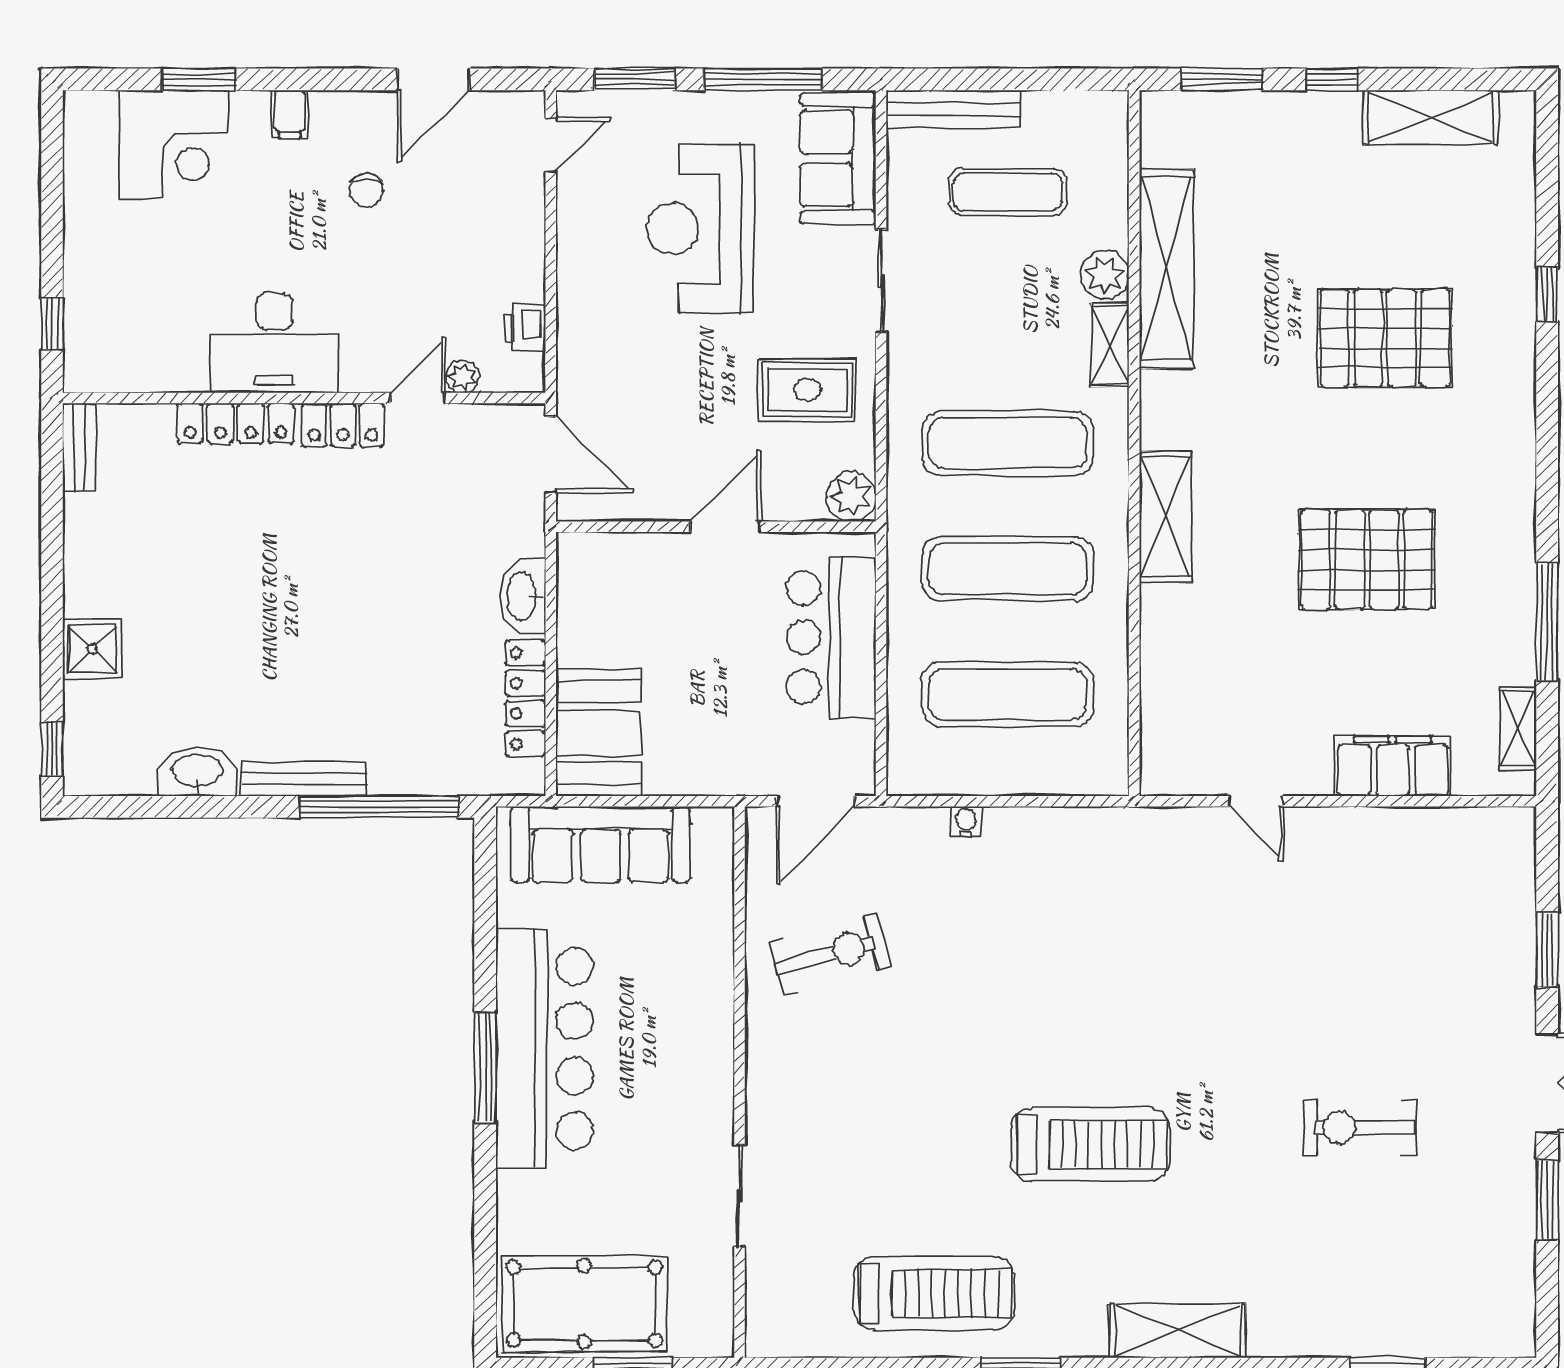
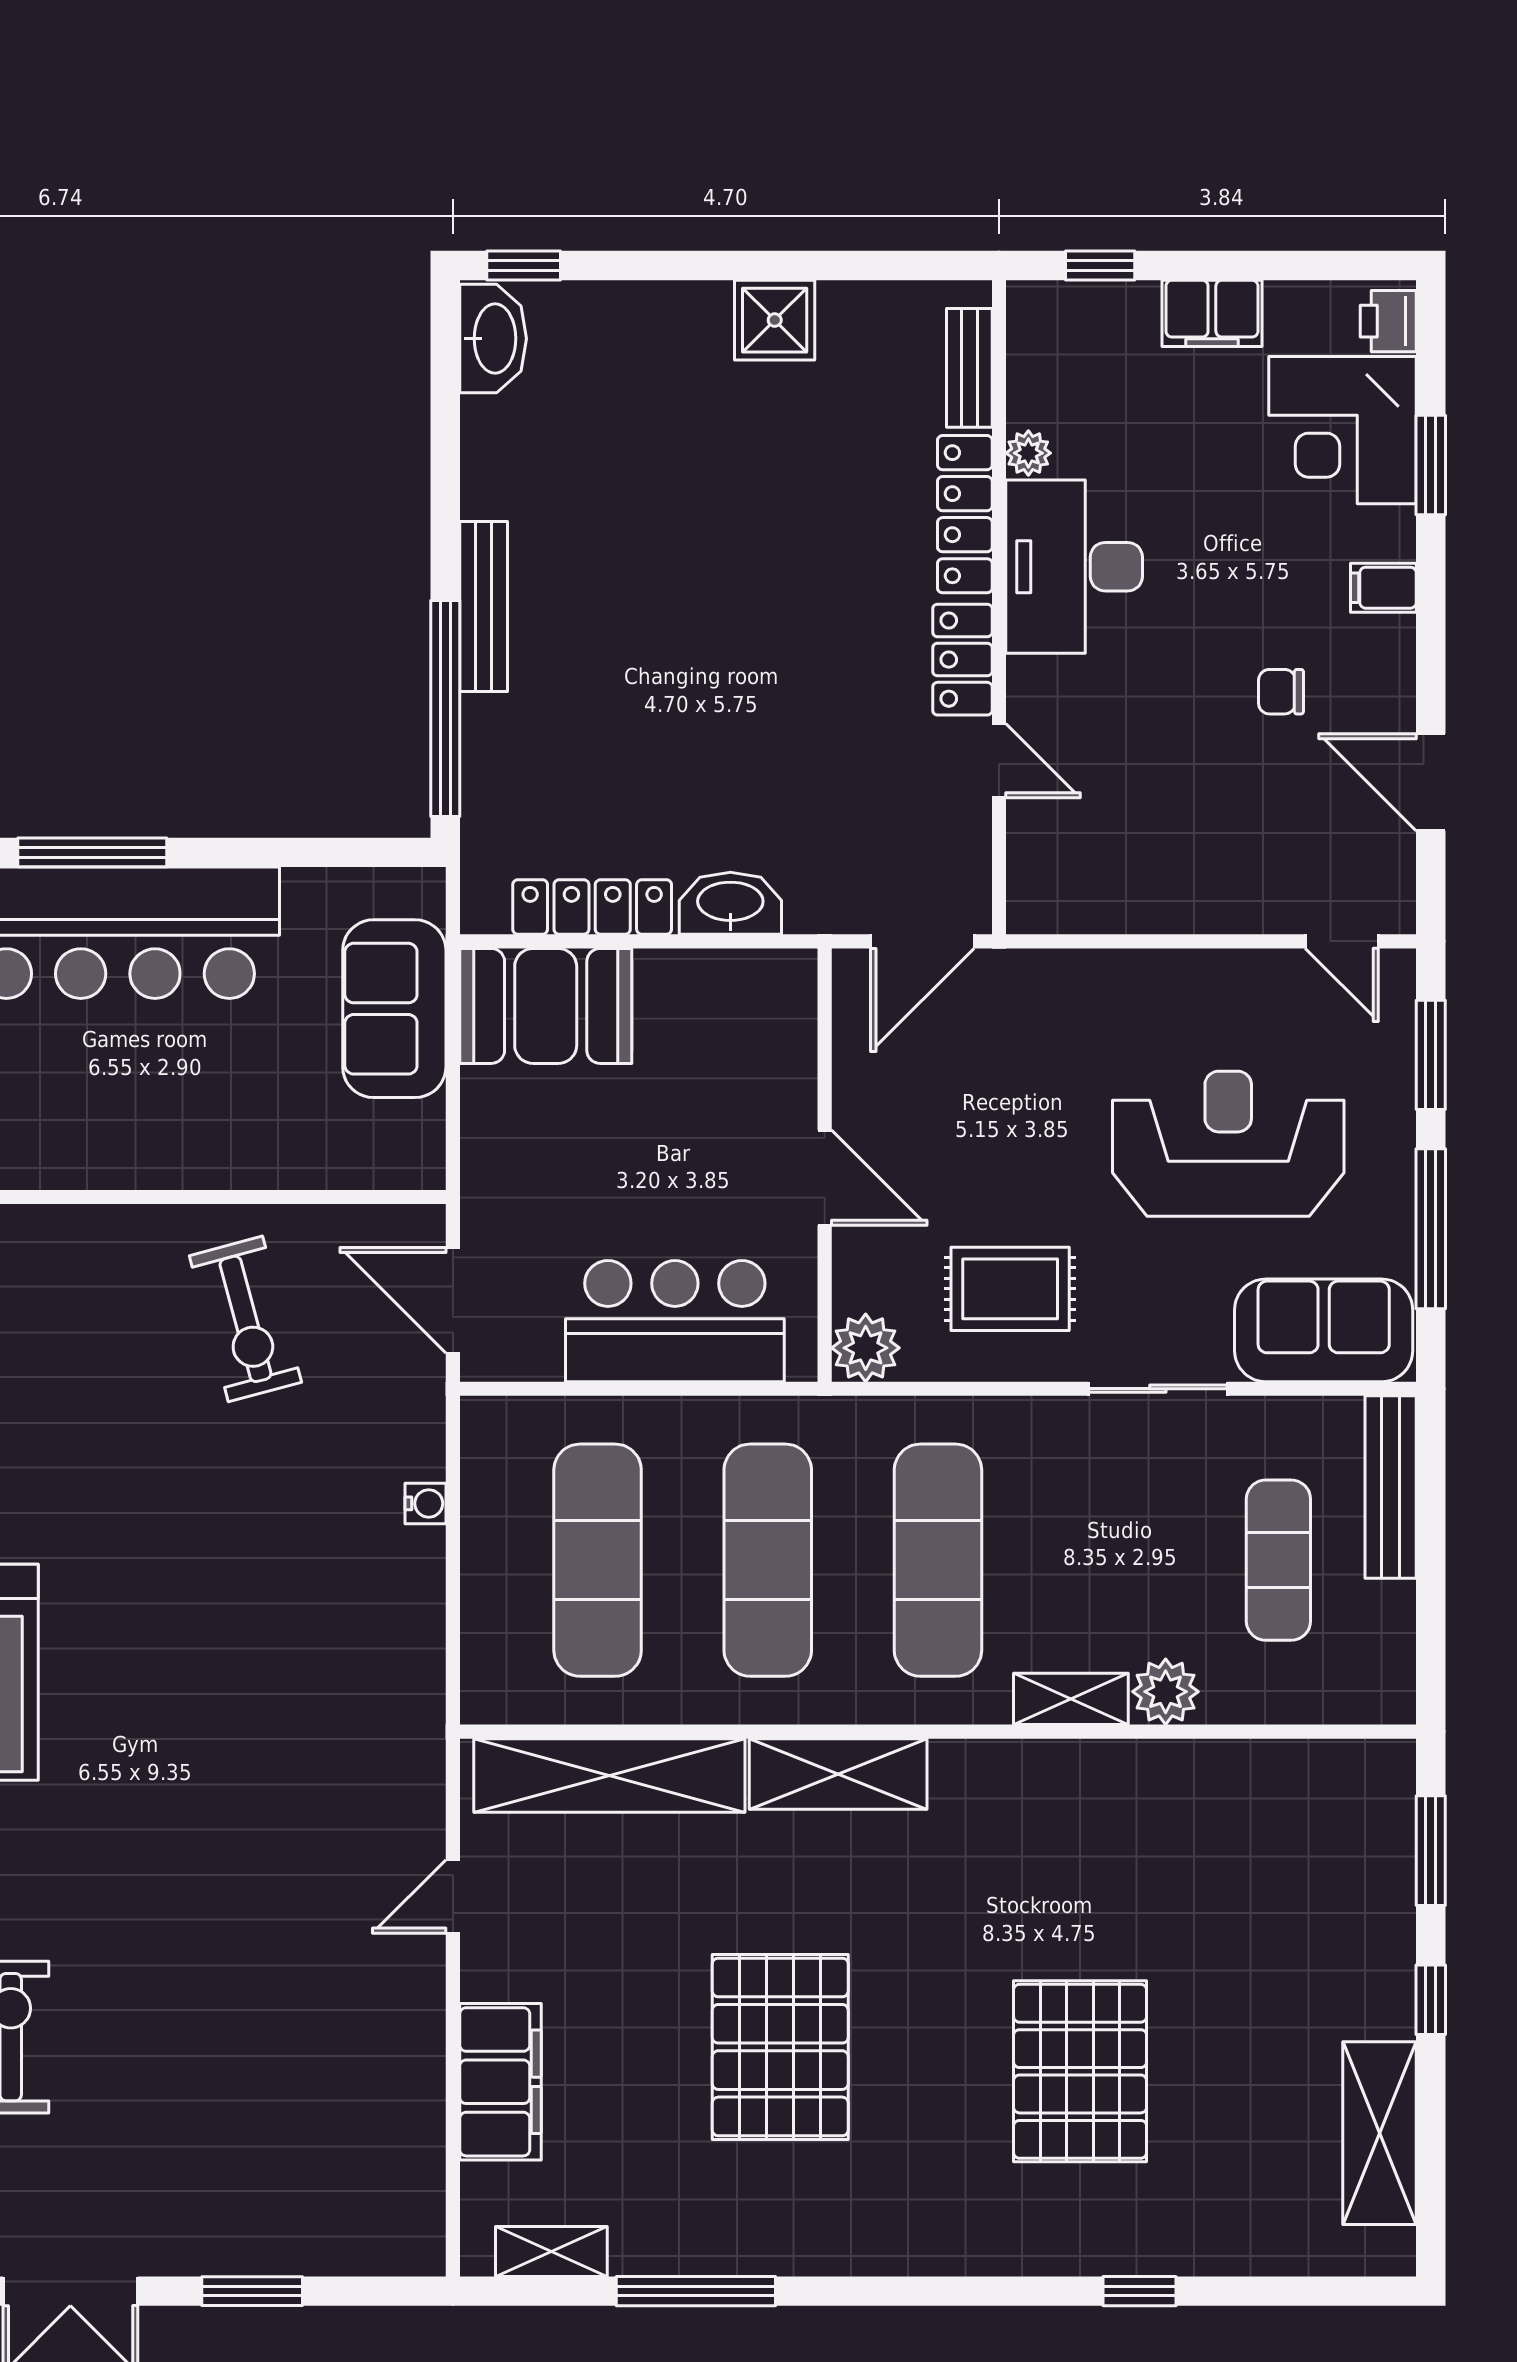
filing cabinet: (87, 241) -> (1212, 313), added
shelving: (1167, 269) -> (609, 1776), moved
printer: (525, 328) -> (1388, 321), moved, turned -90
plant: (463, 376) -> (1028, 453), moved
rug: (807, 390) -> (1010, 1289), turned 90
bench: (79, 447) -> (969, 368), moved, turned 90
shower: (92, 649) -> (775, 320), moved
washbasin: (197, 772) -> (493, 339), moved
sofa: (601, 844) -> (394, 1009), width x0.73

